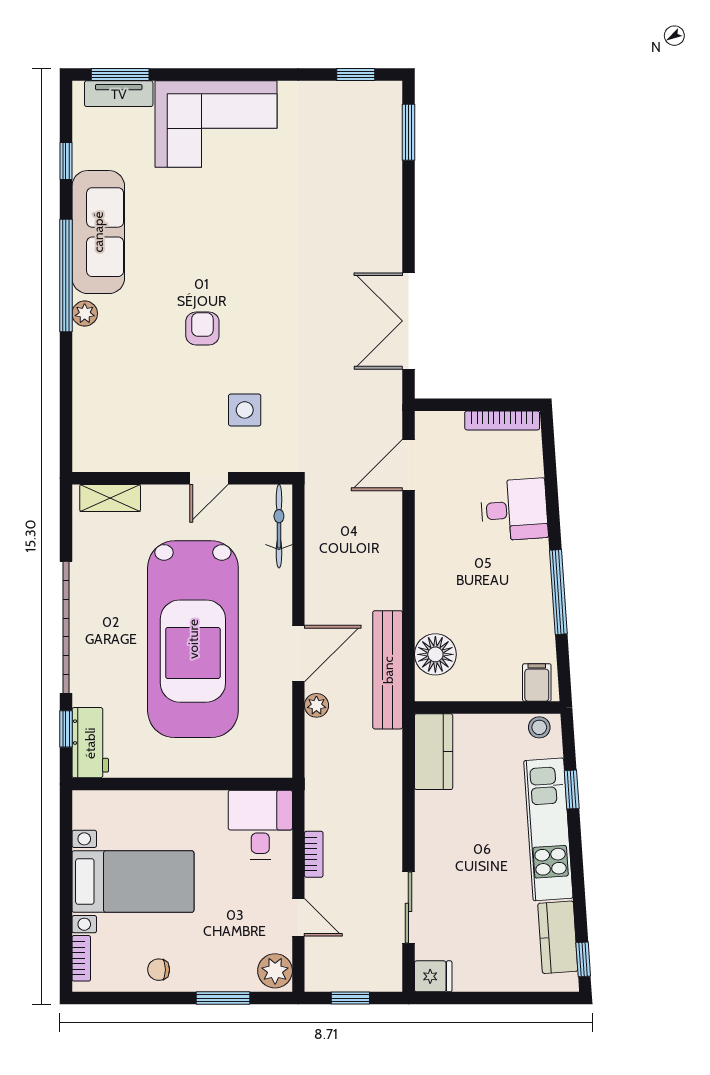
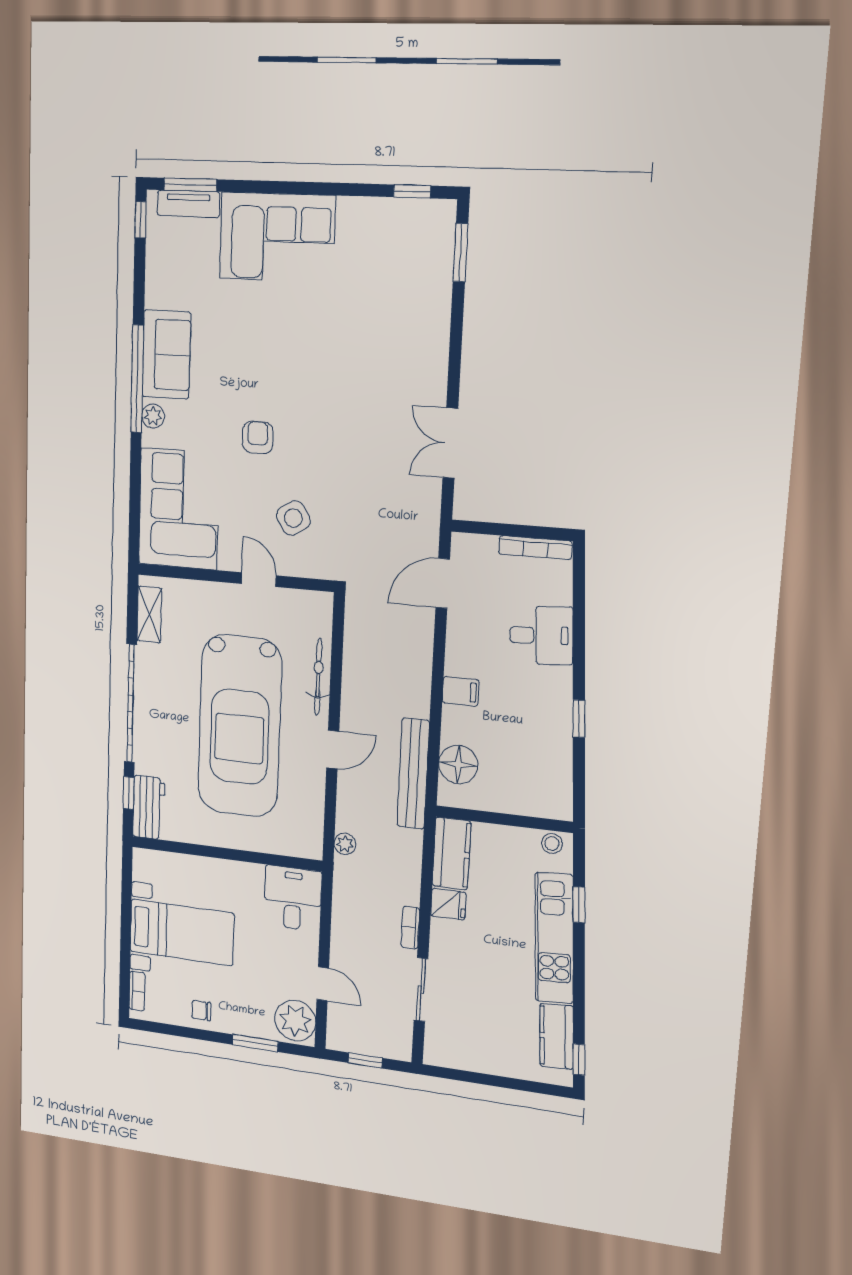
window: (66, 161) -> (141, 220), moved
sofa: (98, 232) -> (166, 355), width x0.73
double door: (408, 321) -> (450, 443), width x0.73
corner sofa: (117, 410) -> (179, 509), added
side table: (245, 410) -> (293, 518), turned -32
door: (209, 478) -> (259, 580), swing flipped
shelving: (110, 498) -> (149, 614), moved, turned 90
bicycle: (279, 526) -> (318, 677), moved
window: (558, 592) -> (579, 719), width x0.46
door: (298, 654) -> (333, 750), width x0.73
filing cabinet: (537, 682) -> (461, 691), moved, turned 90
plant: (316, 705) -> (345, 844), moved
bookcase: (314, 854) -> (410, 928), moved, turned 180
plant: (275, 971) -> (295, 1021), width x1.36, depth x1.36
fridge: (433, 976) -> (448, 904), moved

